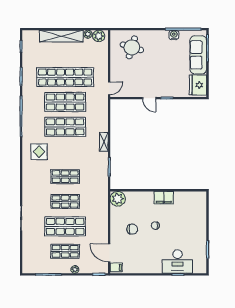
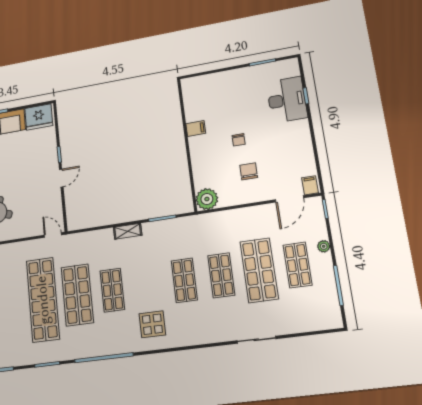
shop shelf: (65, 127) -> (112, 290), width x0.70, depth x0.74
filing cabinet: (164, 198) -> (196, 128), width x0.50

